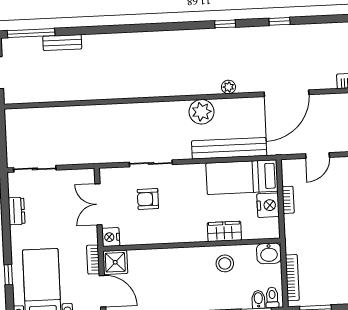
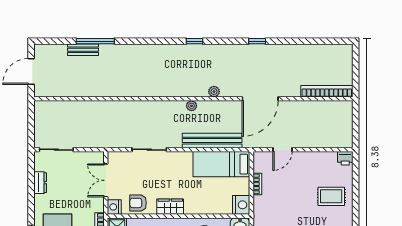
window: (225, 24) -> (194, 41), moved
window: (31, 33) -> (95, 41), moved
plant: (202, 112) -> (192, 106), width x0.53, depth x0.53
armchair: (148, 199) -> (138, 203), moved
nightstand: (268, 205) -> (241, 205), moved
wardrobe: (224, 231) -> (170, 207), moved

